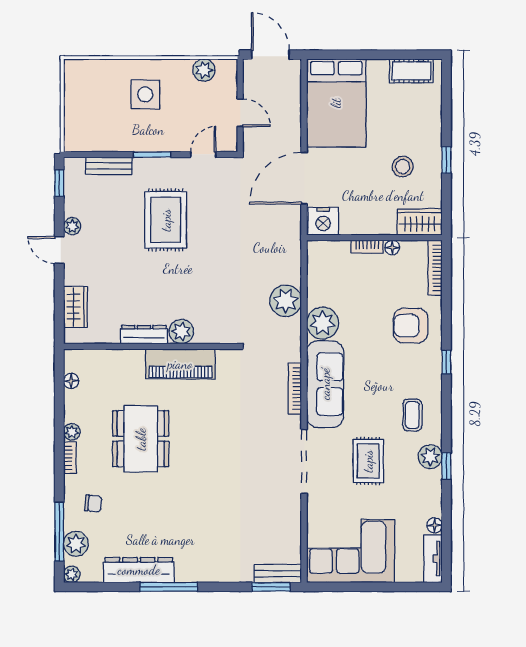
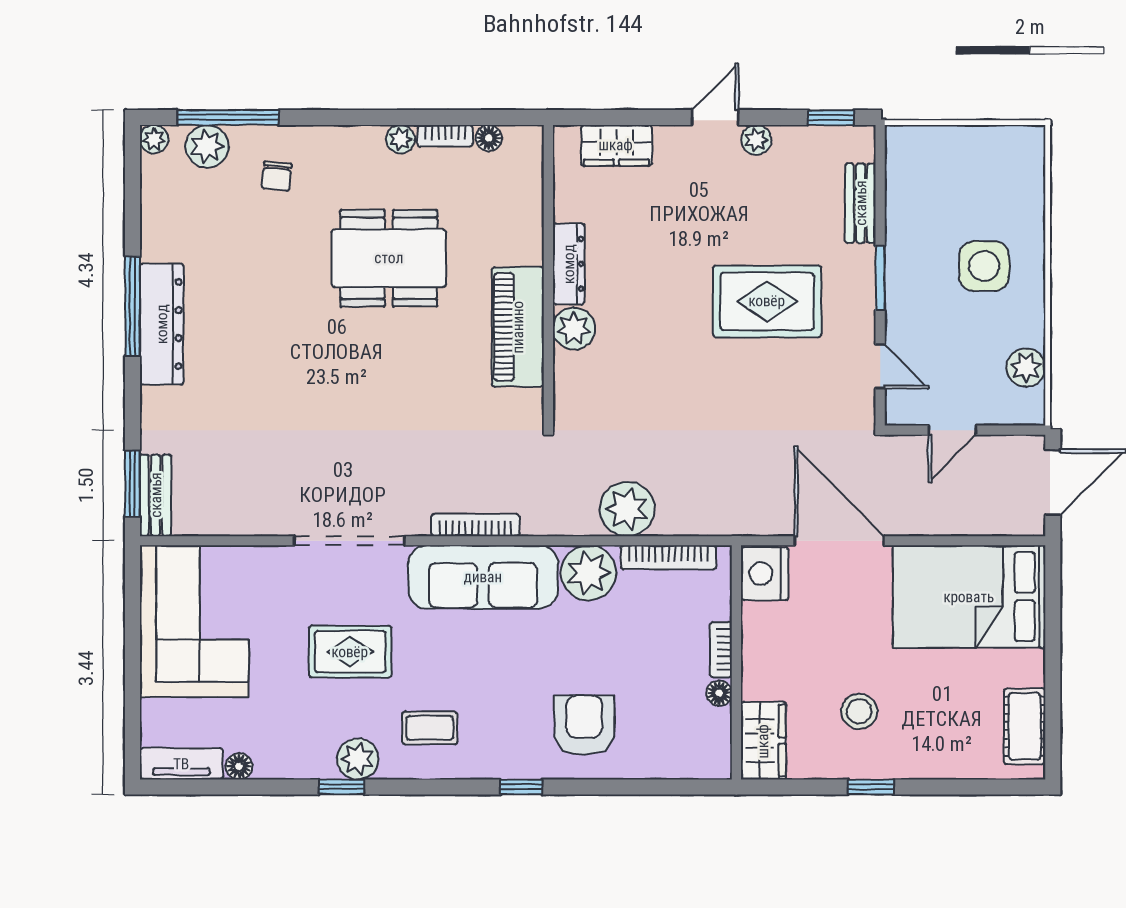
bookcase: (435, 268) -> (668, 557), moved, turned 180
bookcase: (70, 458) -> (445, 136), moved
dresser: (139, 570) -> (162, 324), moved

